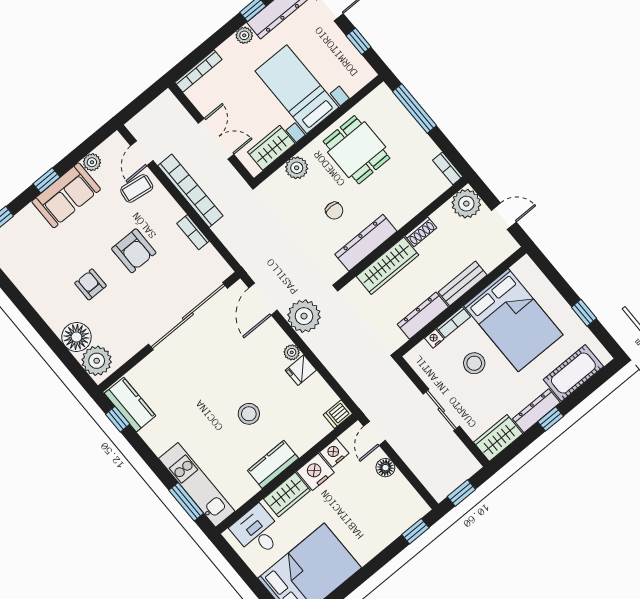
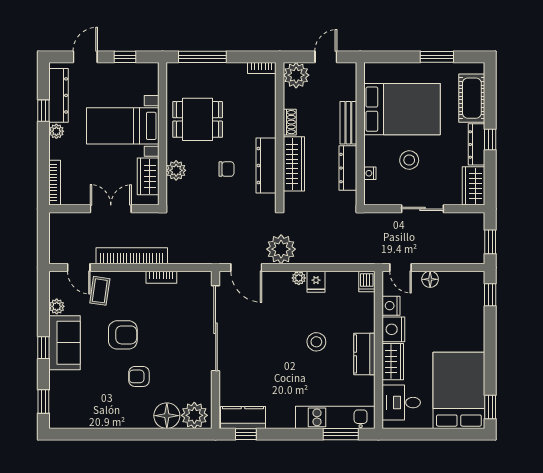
armchair: (134, 251) -> (123, 335), moved
window: (584, 313) -> (437, 57), width x1.50
bookcase: (454, 322) -> (370, 151), removed

